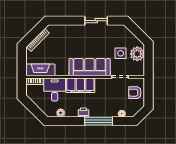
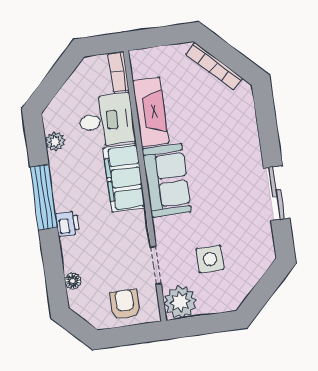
plant: (137, 54) -> (180, 302), moved
sofa: (90, 67) -> (167, 180), width x0.73
fireplace: (40, 70) -> (151, 112), moved
printer: (83, 112) -> (68, 224), moved
window: (99, 121) -> (44, 197), moved

